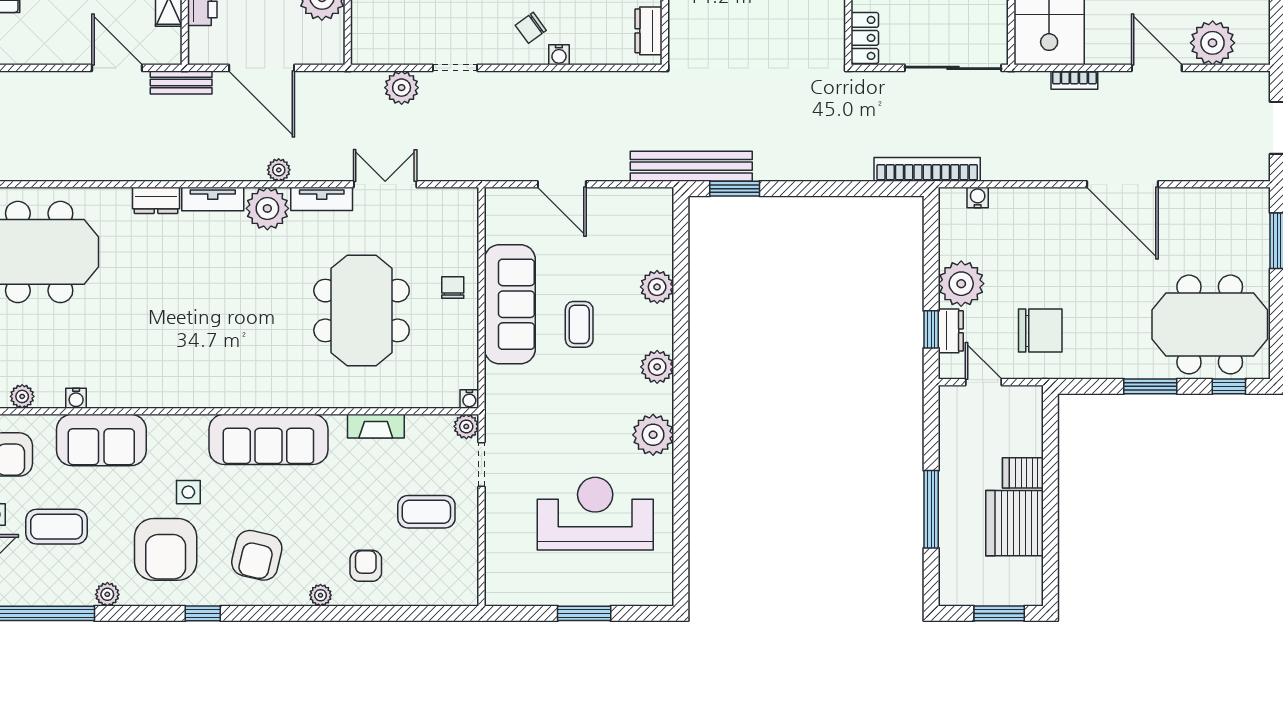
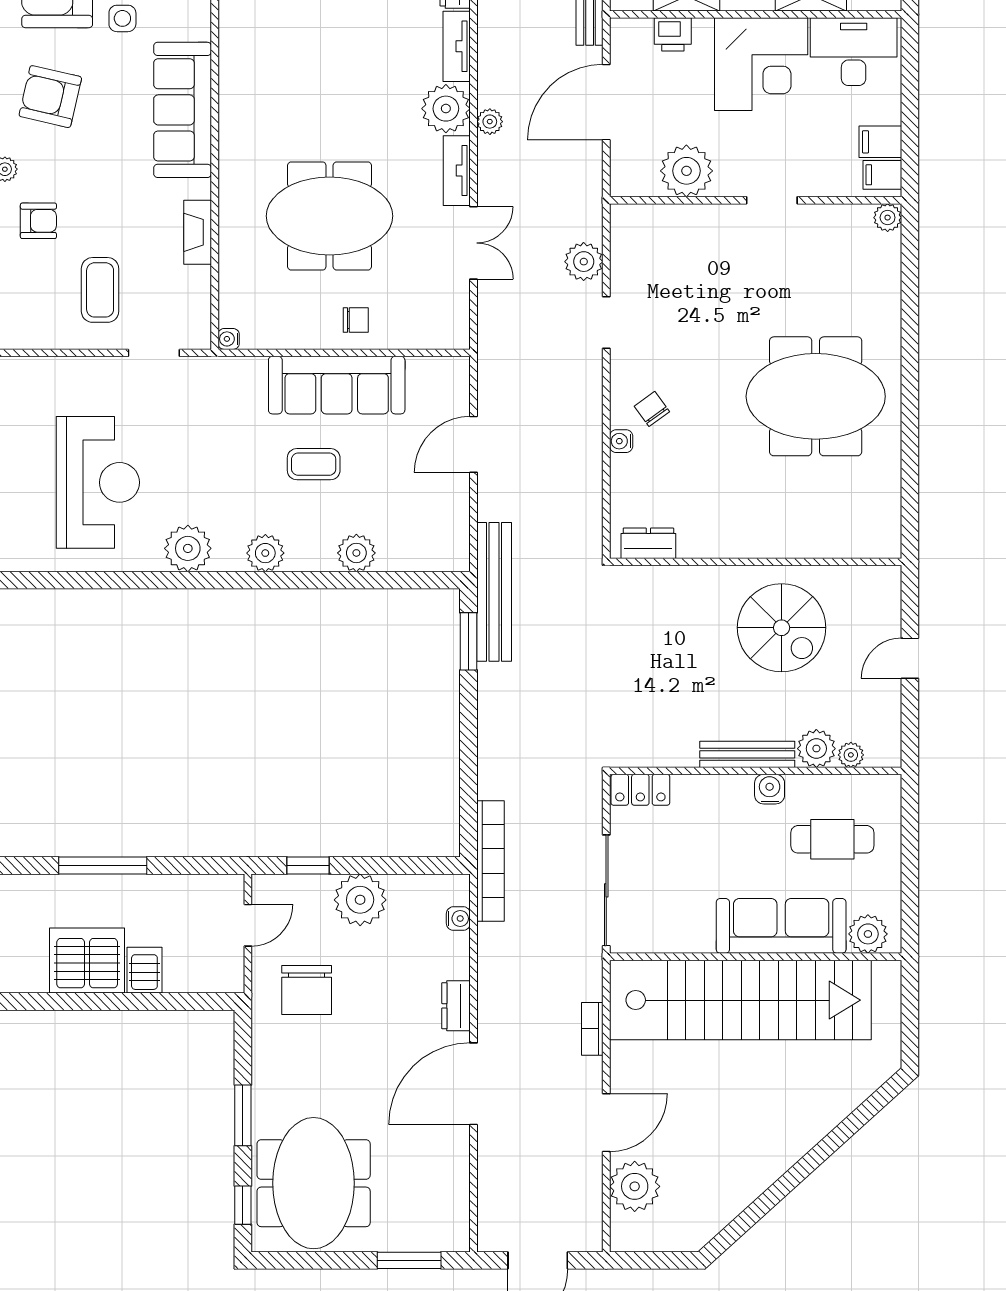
dresser: (951, 331) -> (456, 1006), moved, turned 90
plant: (466, 426) -> (197, 335), removed

